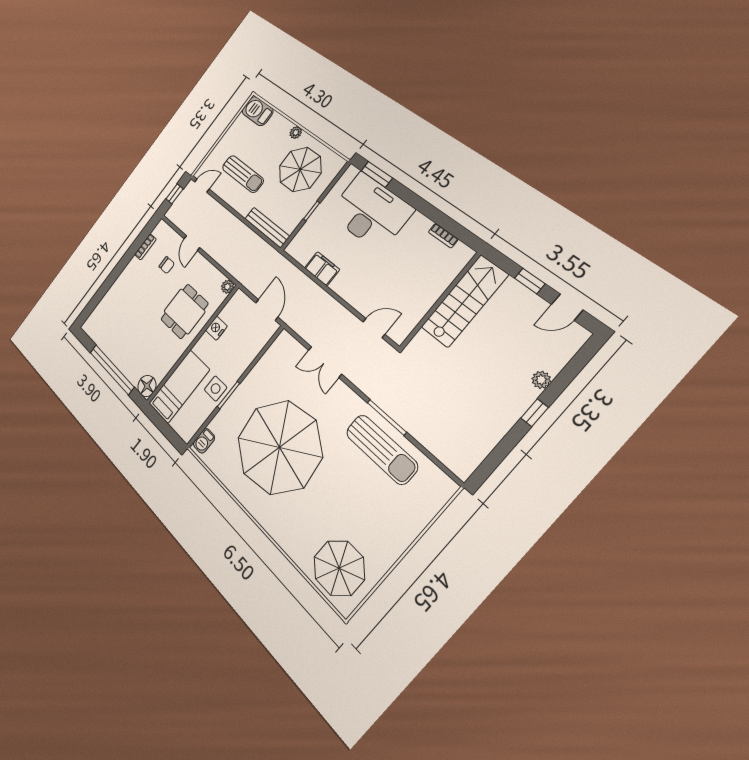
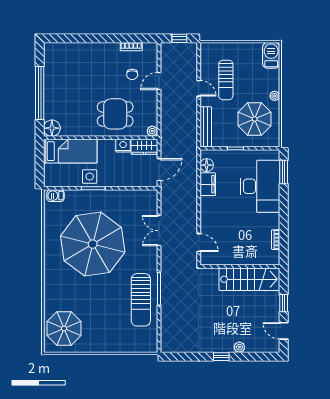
door: (202, 186) -> (199, 88), moved
floor lamp: (303, 255) -> (207, 165), added
wardrobe: (235, 307) -> (144, 147), added

